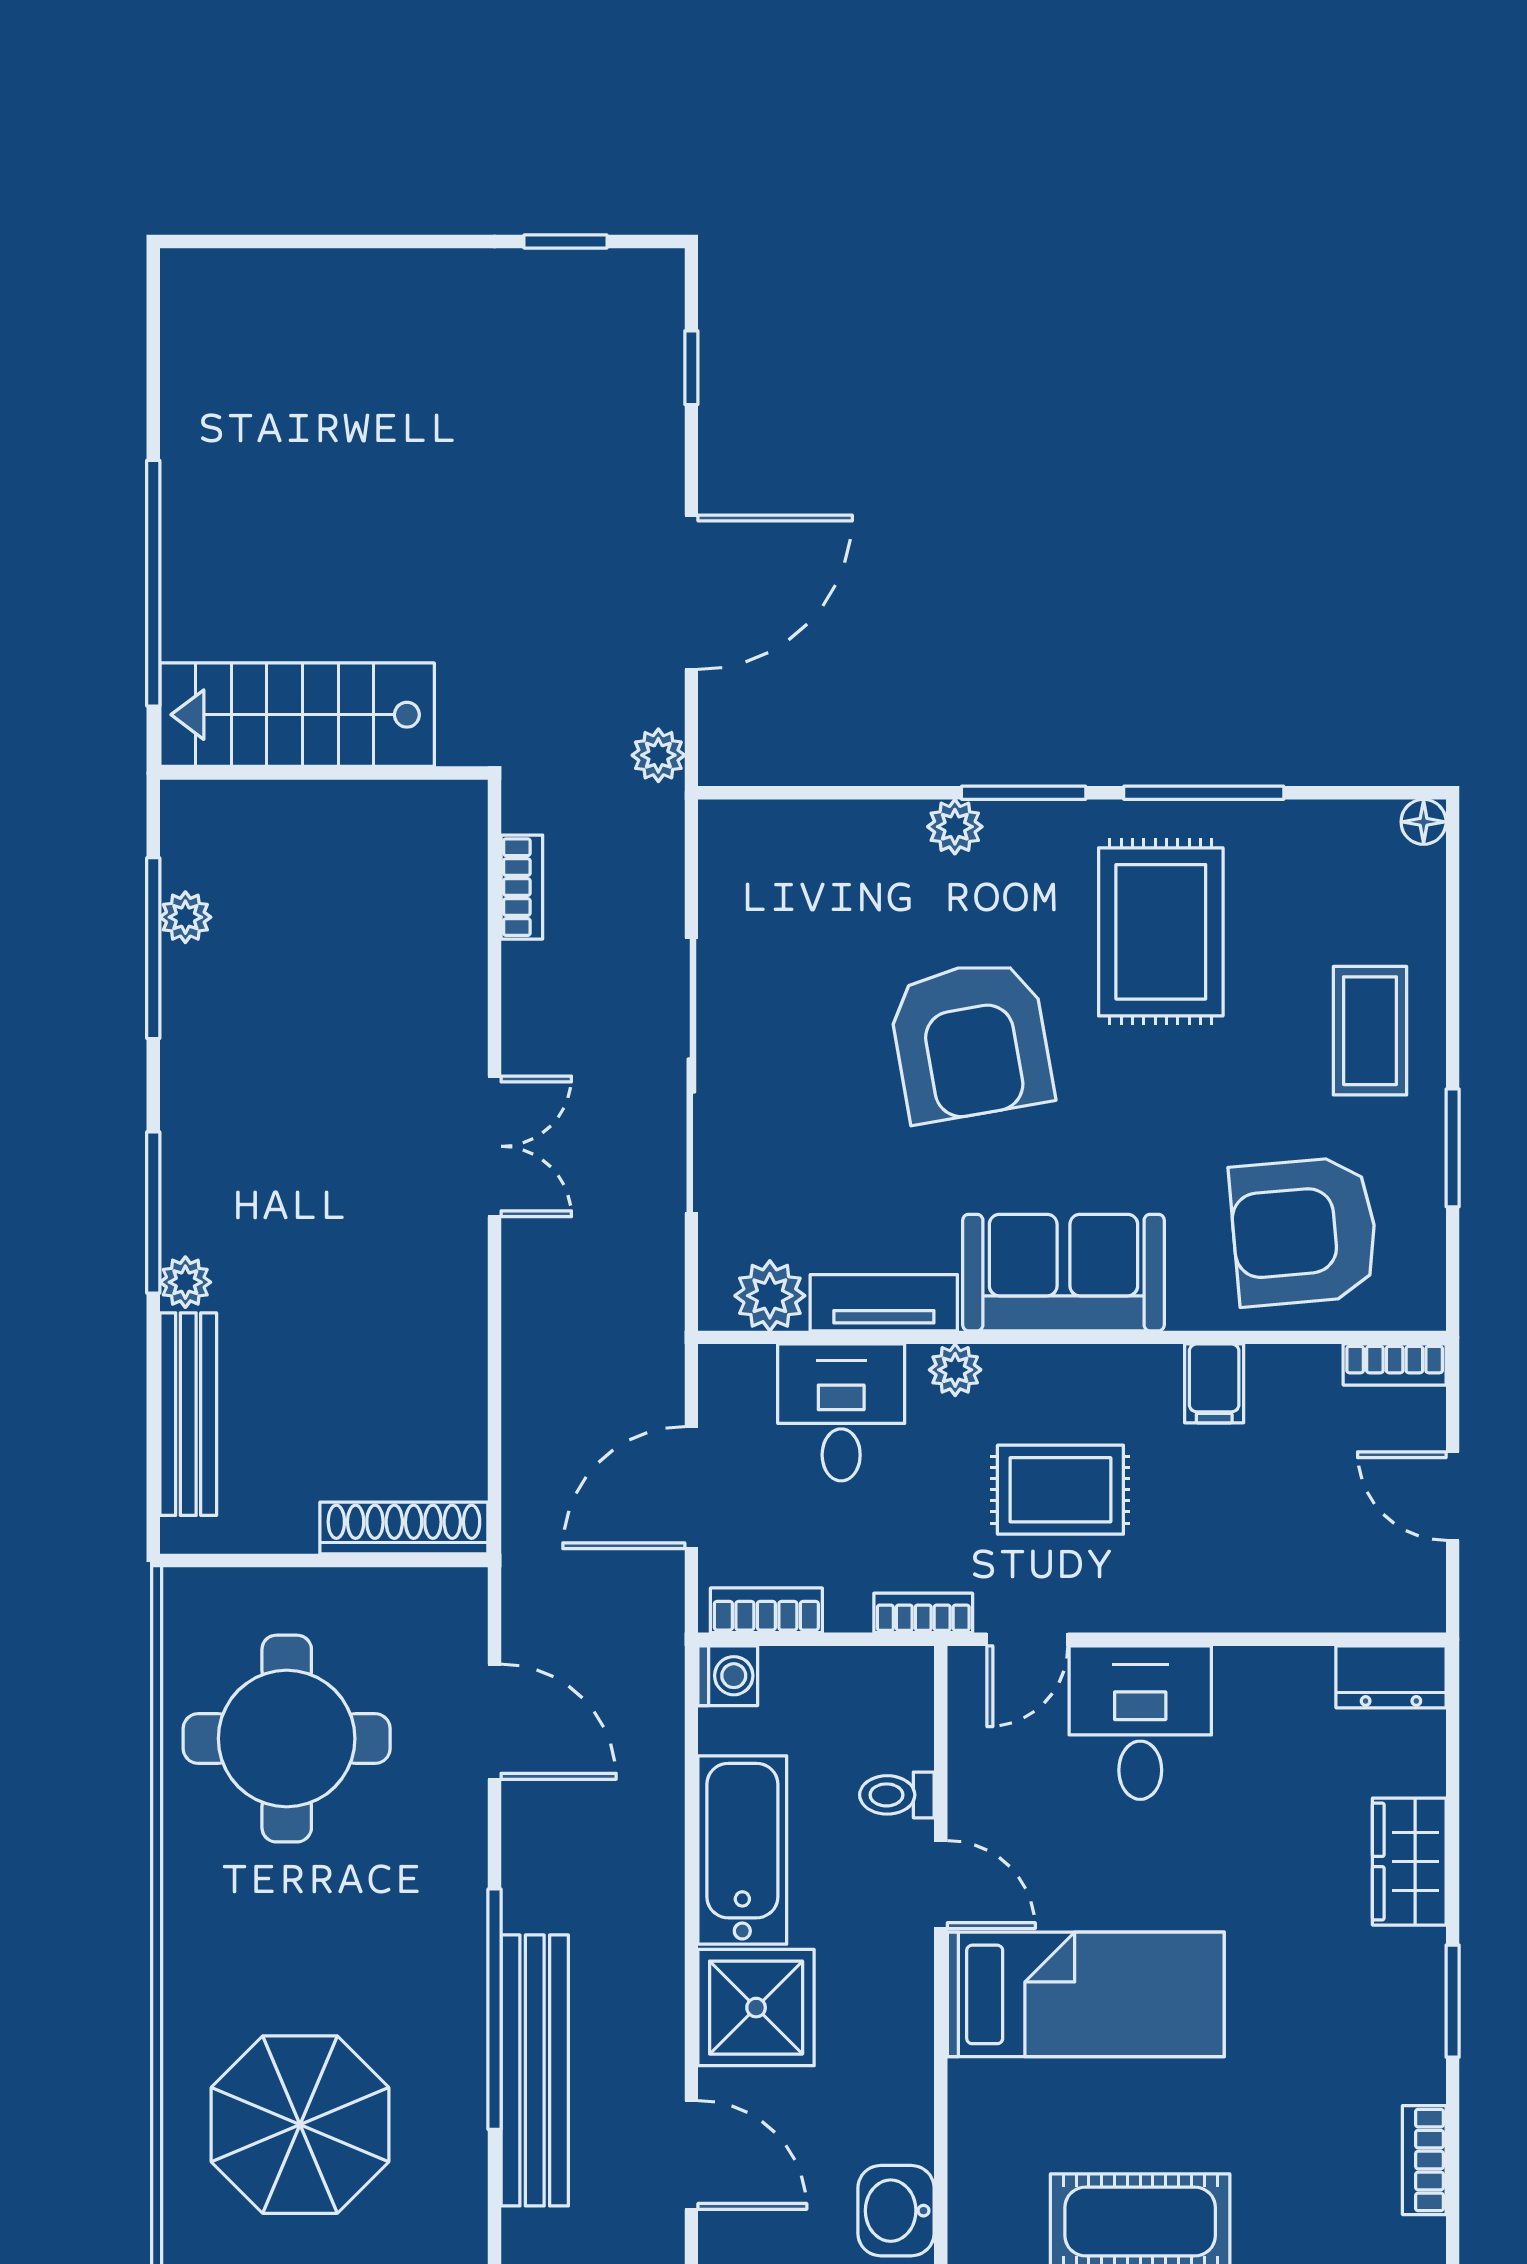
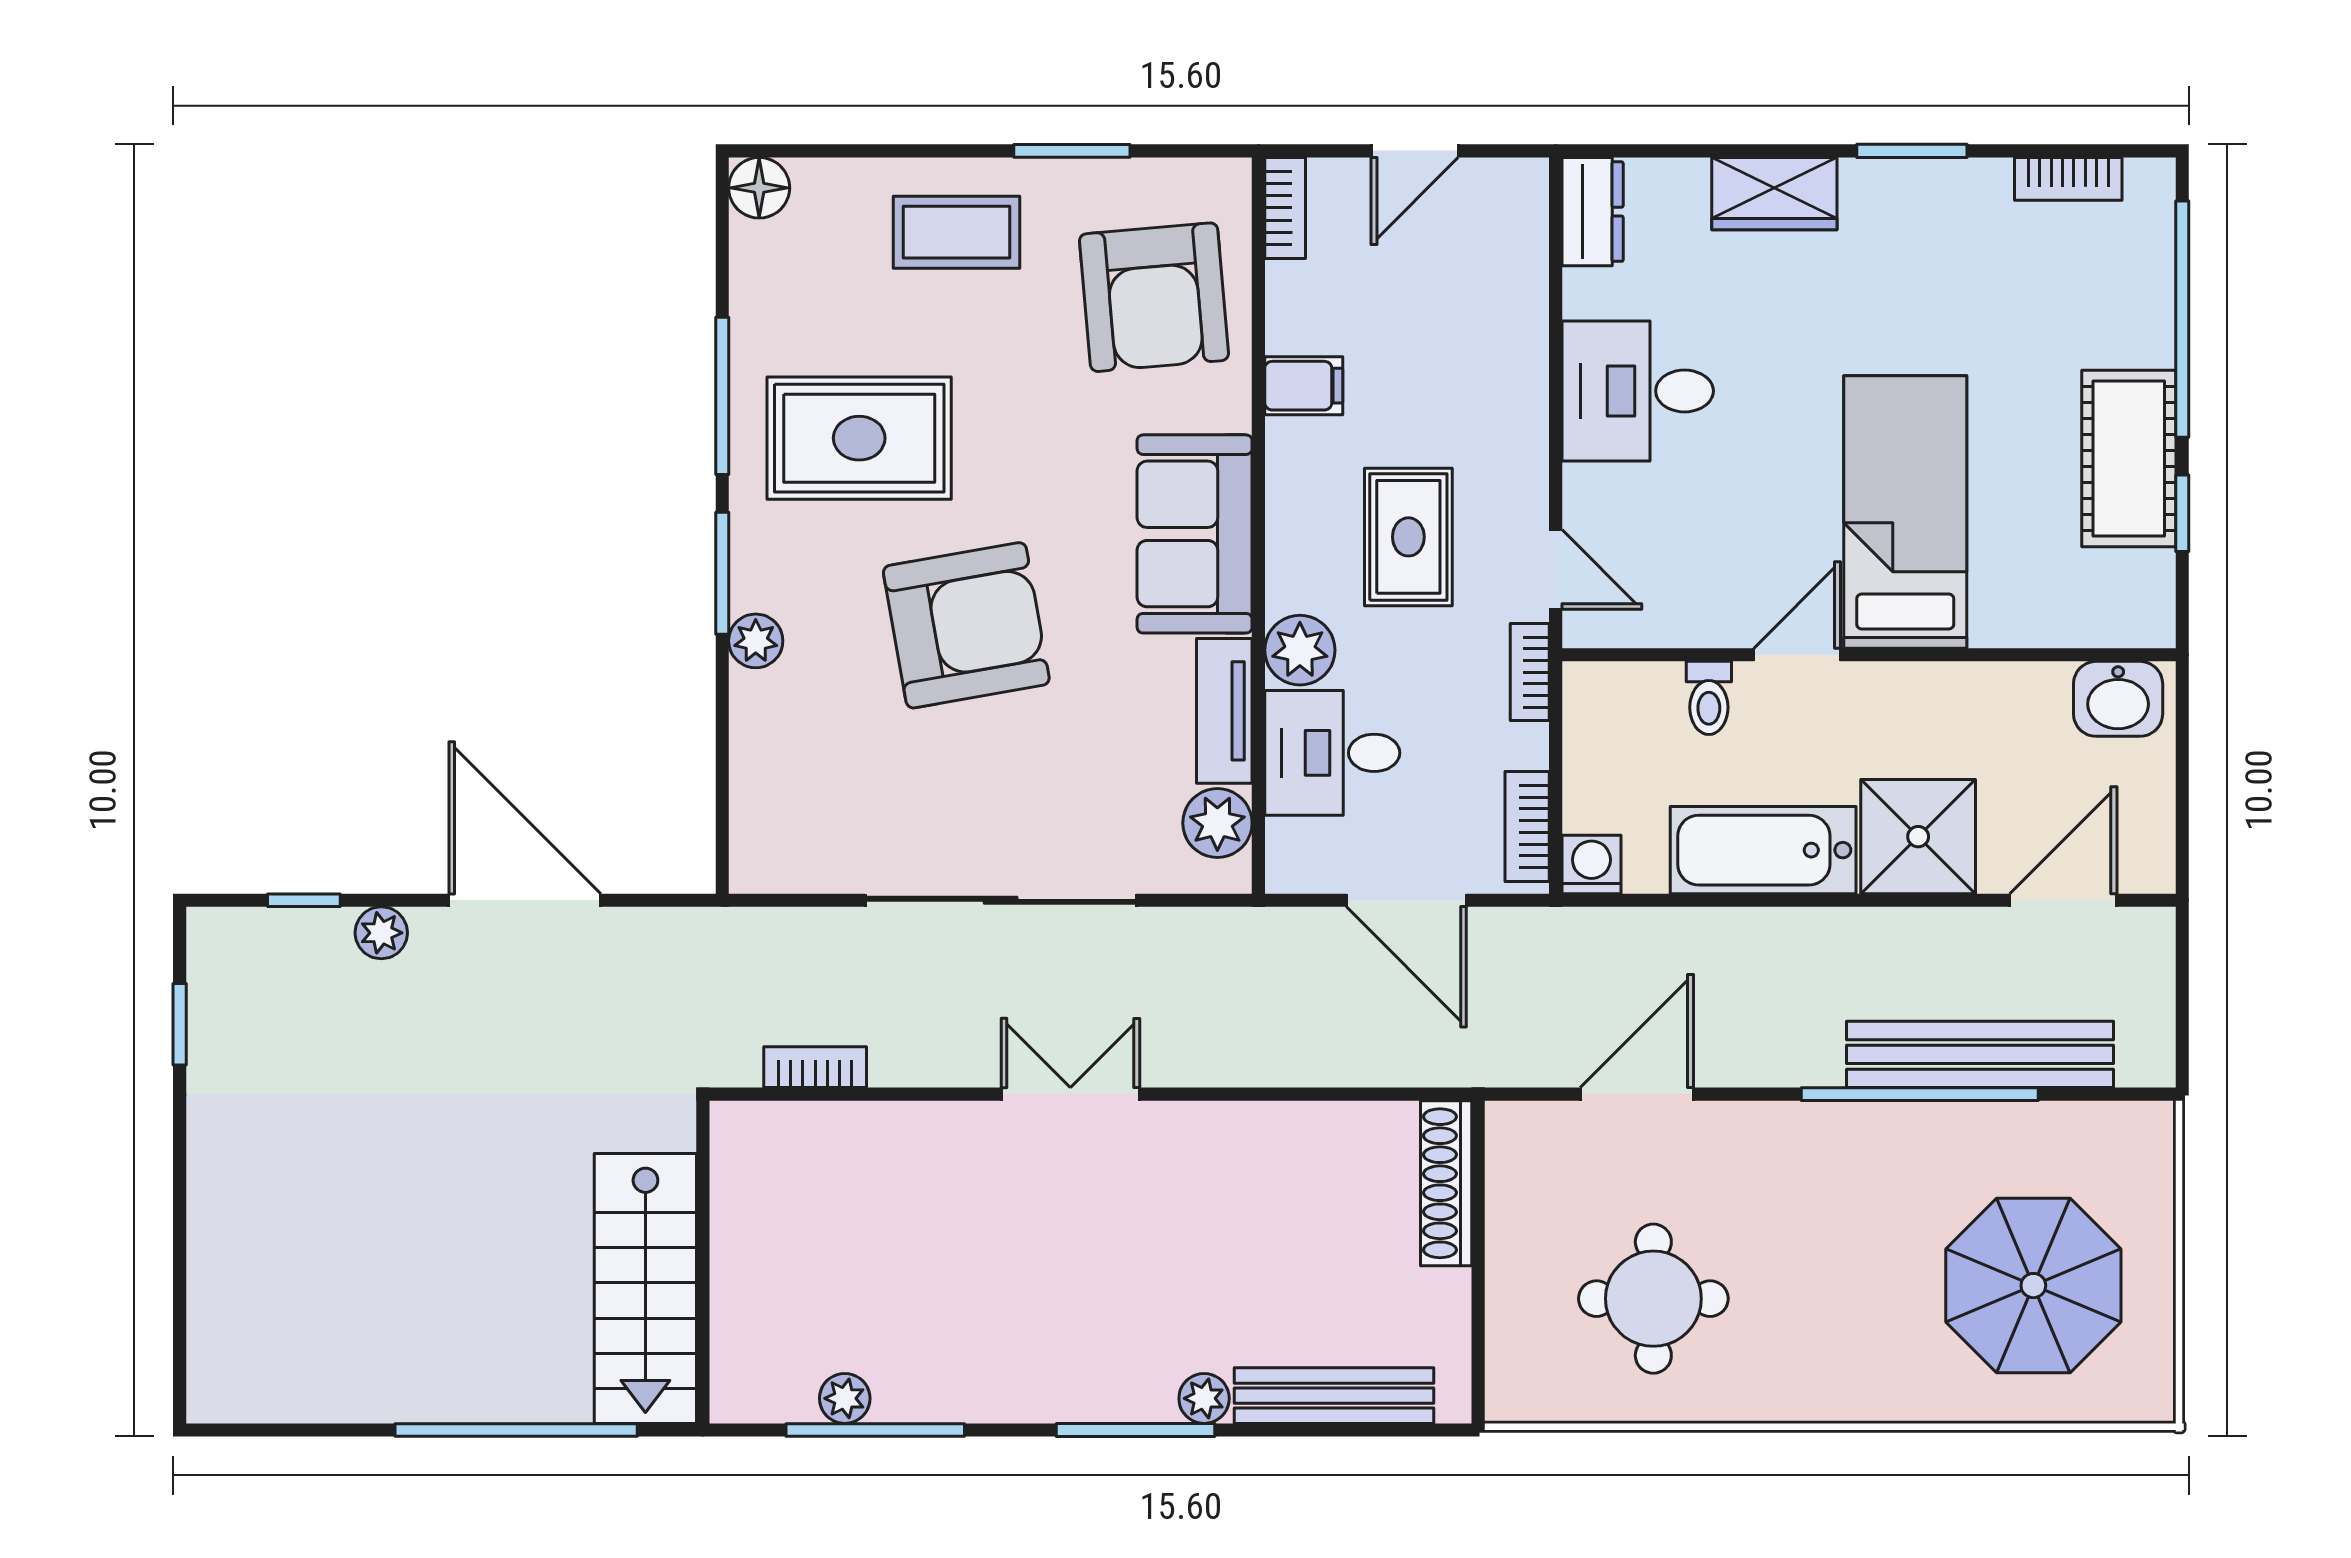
plant: (658, 755) -> (381, 933), moved
floor lamp: (1424, 822) -> (759, 188), width x1.37, depth x1.37
plant: (955, 1370) -> (1300, 650), width x1.38, depth x1.38
desk: (1140, 1723) -> (1638, 391), moved
round table: (287, 1739) -> (1653, 1299), width x0.73, depth x0.73

